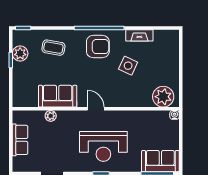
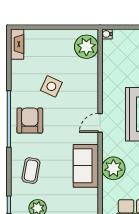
fireplace: (139, 35) -> (17, 44), moved
plant: (51, 116) -> (113, 168), width x1.88, depth x1.88

